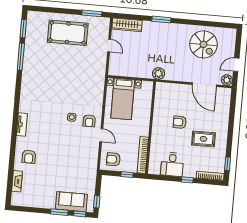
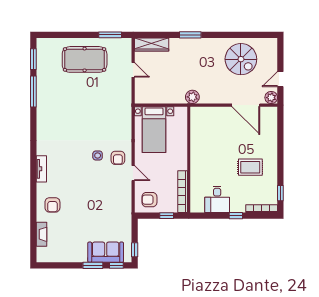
armchair: (180, 122) -> (222, 150), removed

